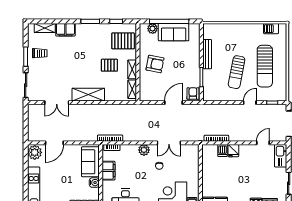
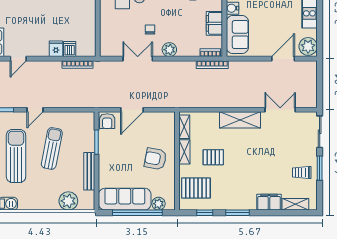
plant: (224, 31) -> (68, 201), added
sofa: (174, 32) -> (125, 199), width x1.36

